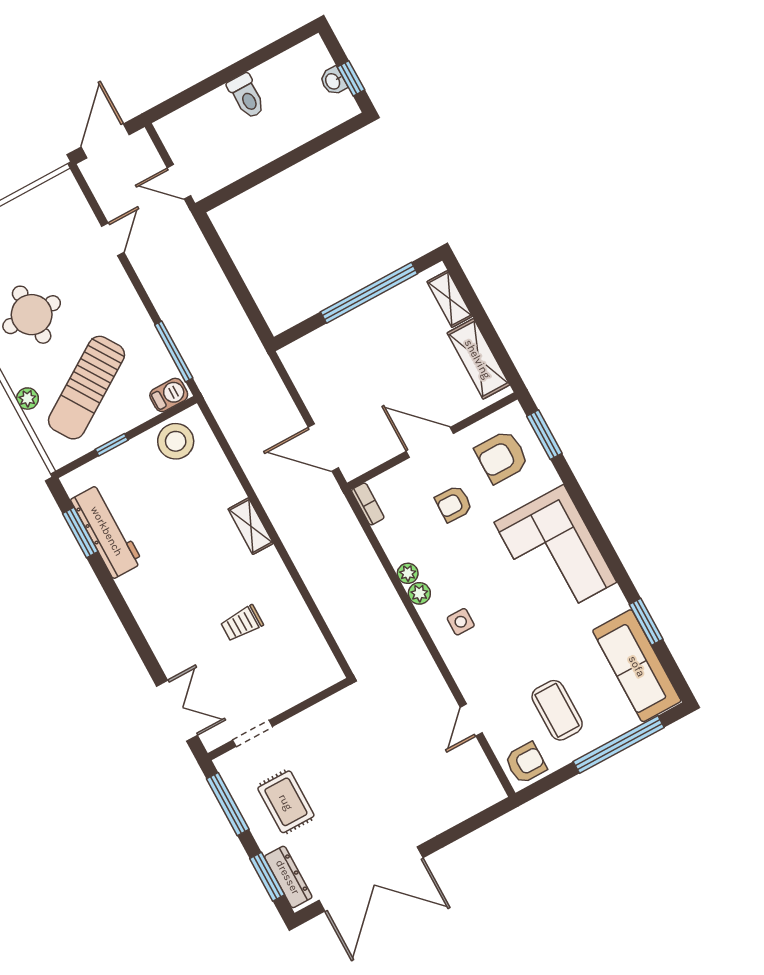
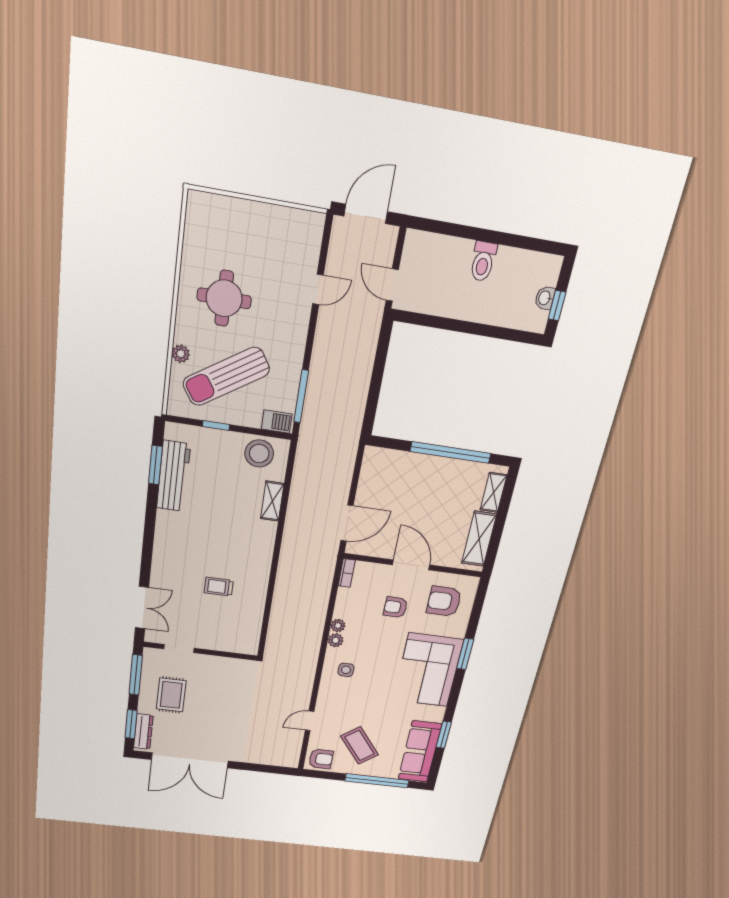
window: (544, 435) -> (465, 654), moved
door: (323, 448) -> (347, 523), swing flipped
shelving: (251, 526) -> (272, 501), moved
coffee table: (557, 710) -> (360, 745), turned -38

